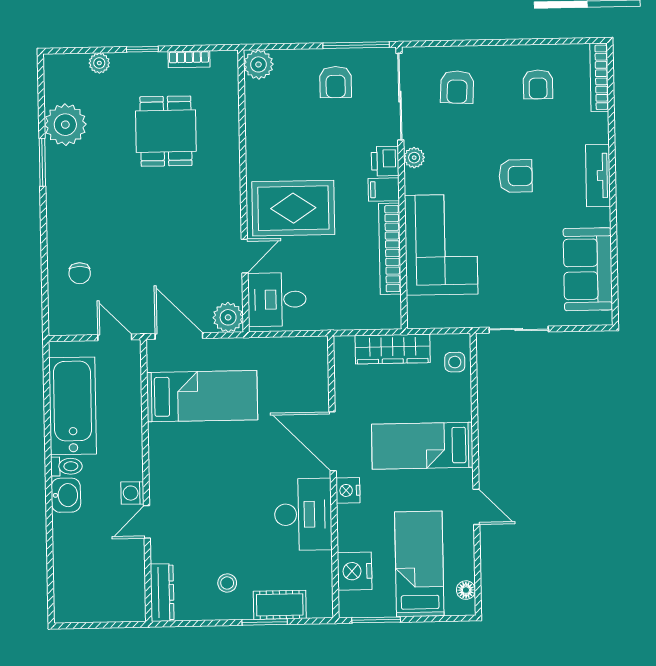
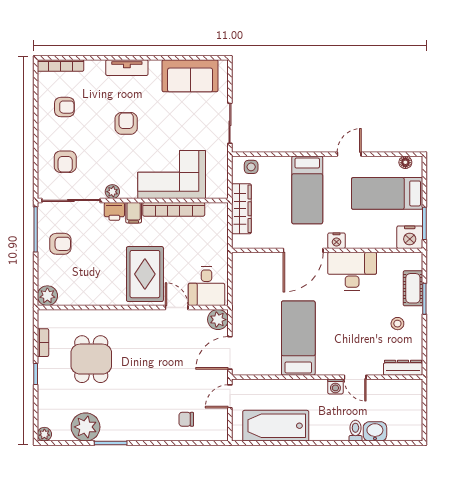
plant: (99, 63) -> (44, 434), moved
armchair: (457, 87) -> (65, 162), turned 87
dining table: (166, 131) -> (91, 359), turned 90
chair: (80, 273) -> (186, 419), turned 180
bed: (202, 396) -> (298, 338), moved
toilet: (66, 466) -> (355, 431), moved
washbasin: (66, 495) -> (375, 431), moved
nightstand: (355, 571) -> (410, 237), moved

